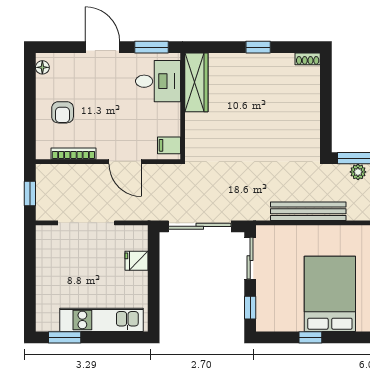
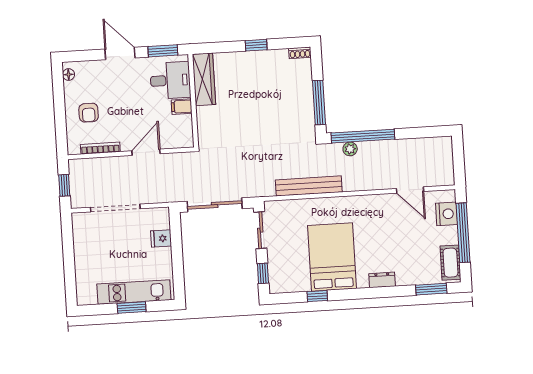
window: (326, 117) -> (319, 102), added
filing cabinet: (169, 145) -> (182, 107), moved
door: (125, 162) -> (146, 152), swing flipped
window: (65, 337) -> (132, 307), moved

